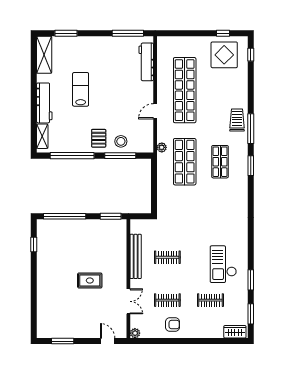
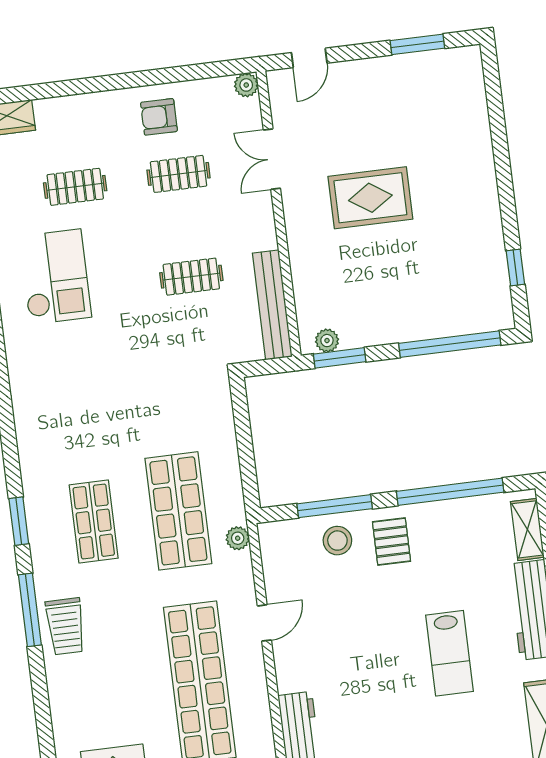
plant: (115, 224) -> (327, 341), added
bench: (136, 256) -> (272, 305), moved
rug: (90, 280) -> (370, 198), width x1.36, depth x1.43
door: (108, 341) -> (309, 58), hinge flipped

